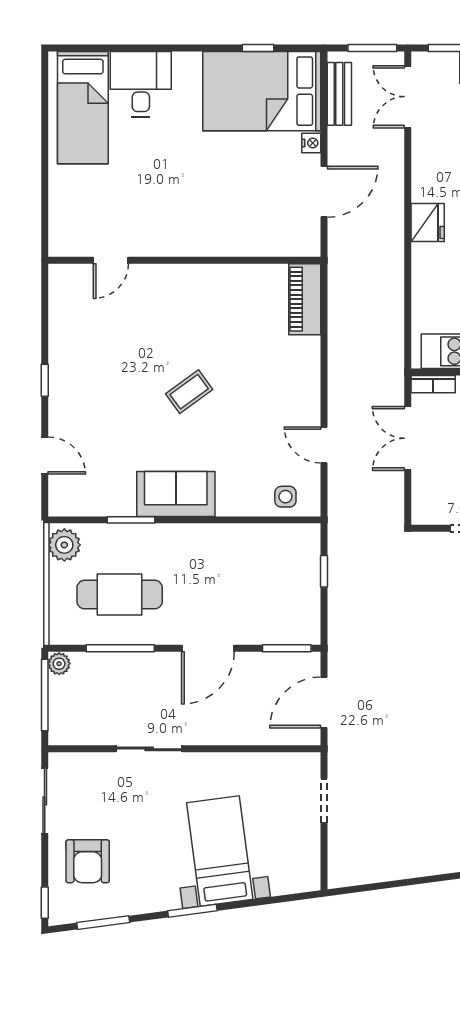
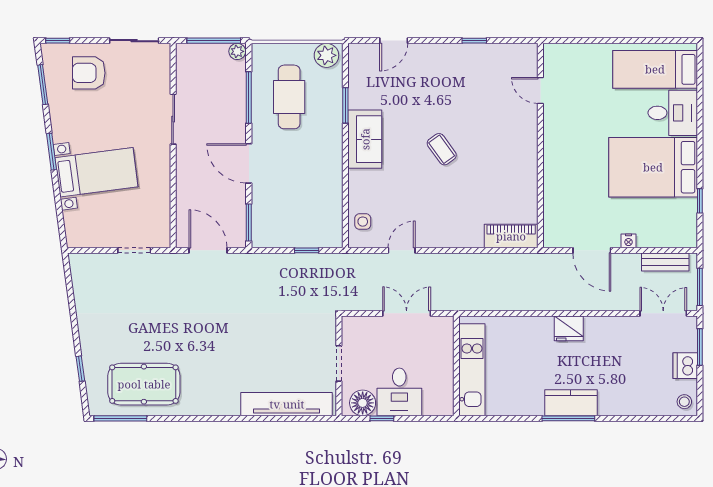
bed: (262, 91) -> (653, 167), moved, turned -90
window: (45, 380) -> (474, 41), moved
bookcase: (433, 384) -> (447, 333), removed

